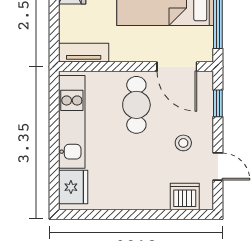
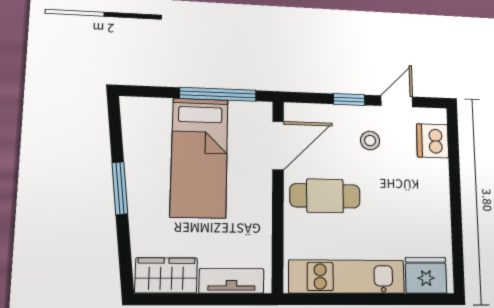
tv unit: (84, 53) -> (232, 281), moved, turned 90
window: (218, 103) -> (349, 99), moved

